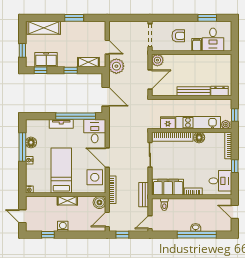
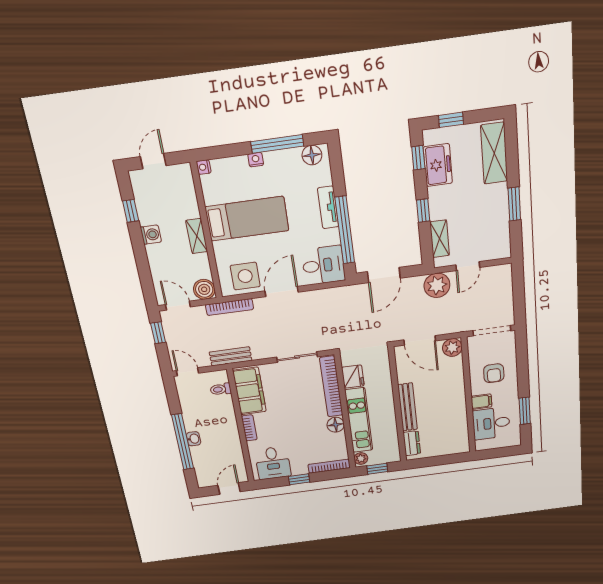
floor lamp: (31, 142) -> (312, 155), moved

